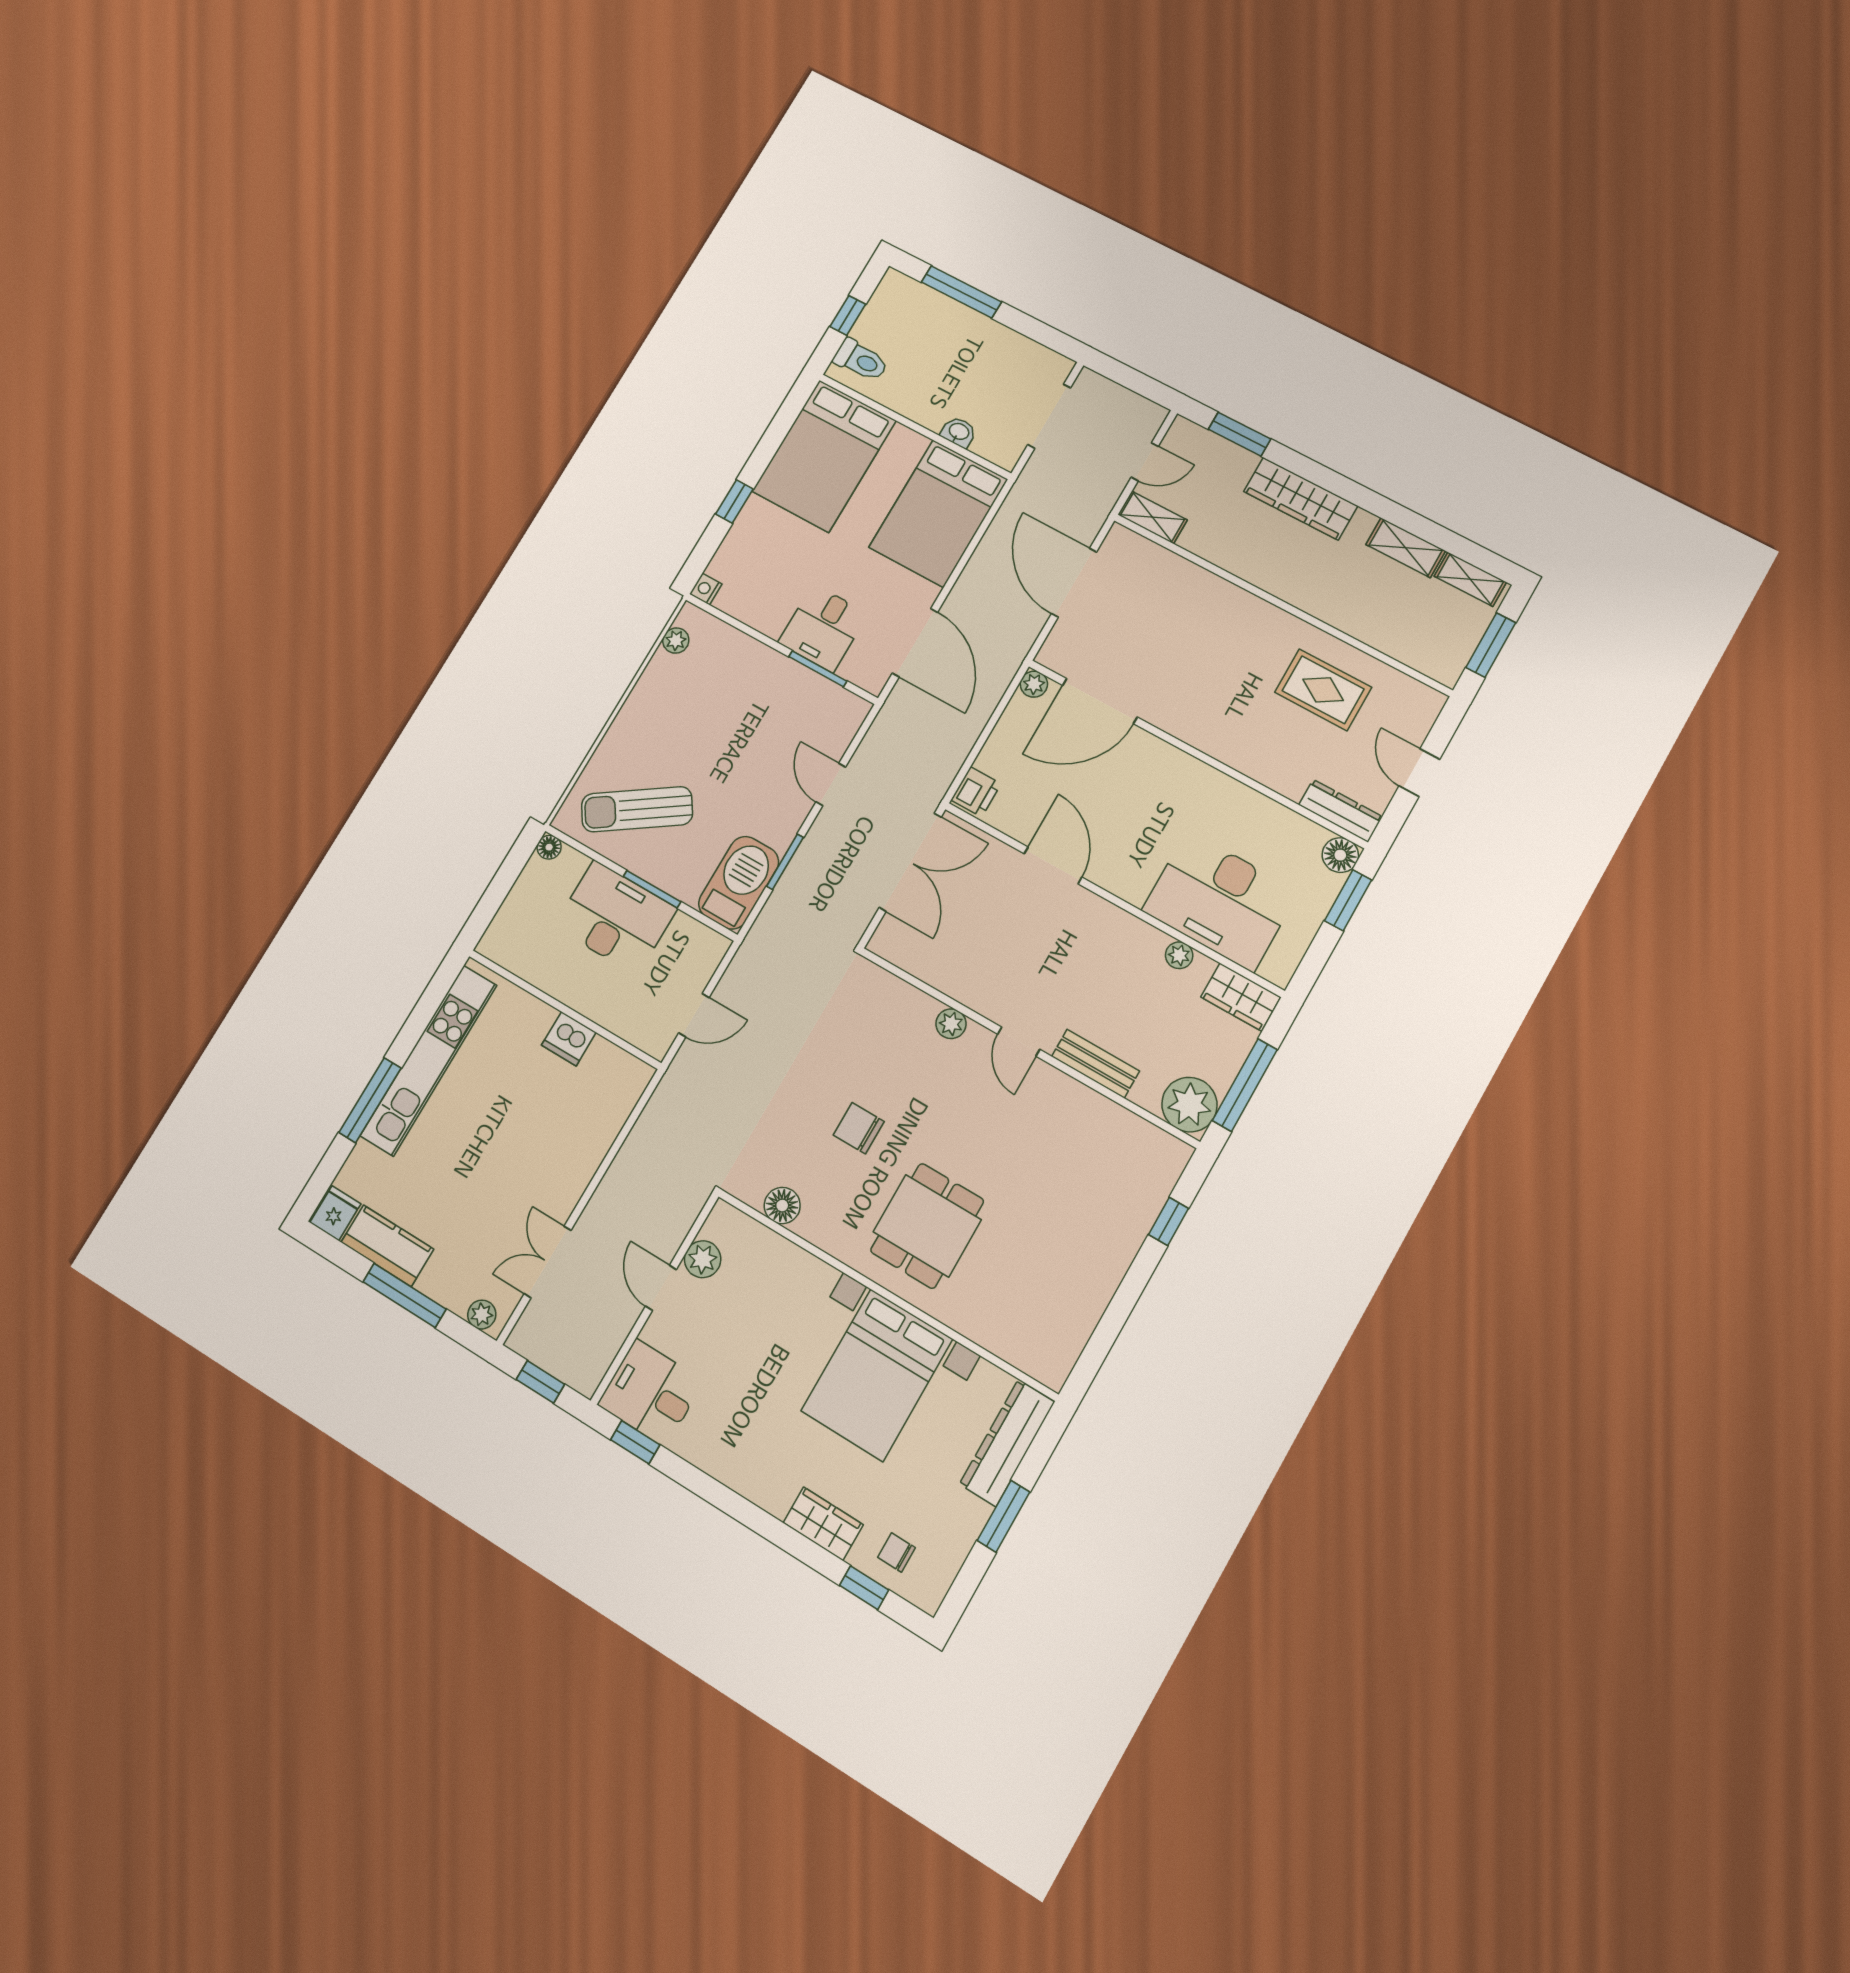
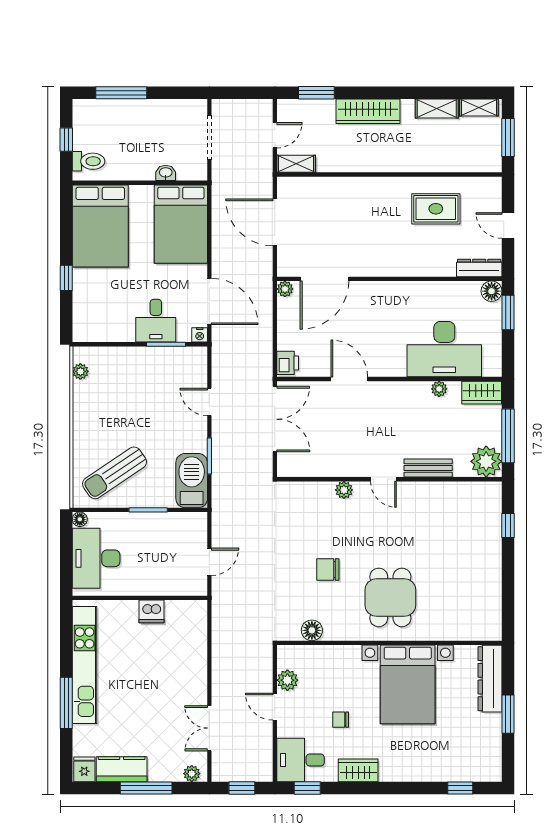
nightstand: (706, 589) -> (200, 335), moved, turned -90
desk: (615, 918) -> (96, 558), moved, turned -90
wardrobe: (823, 1524) -> (358, 770), moved
chair: (896, 1552) -> (341, 720), moved

